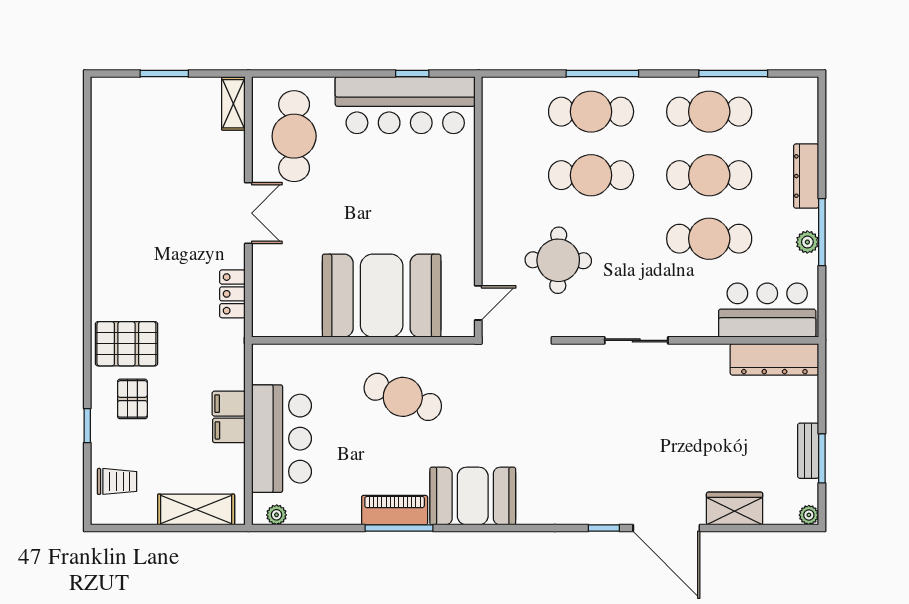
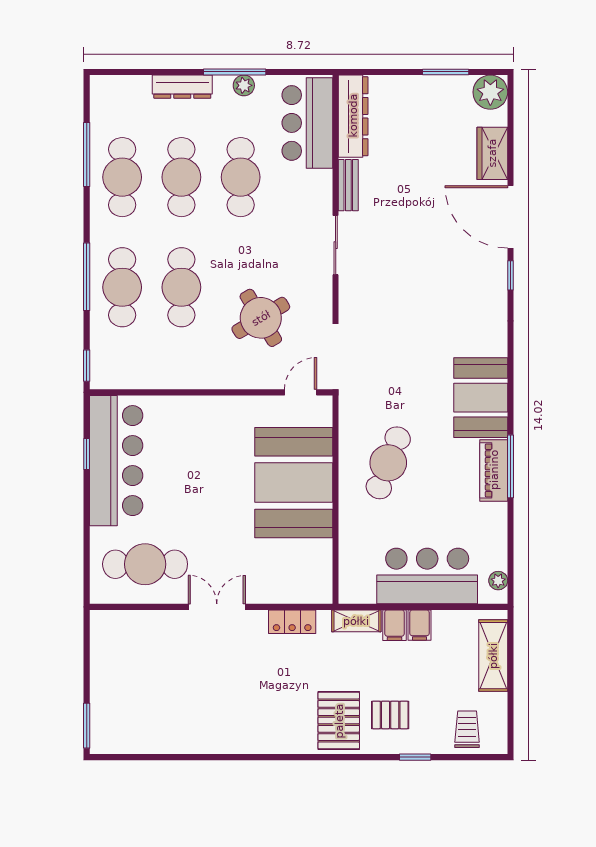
window: (164, 73) -> (87, 726), moved
window: (507, 73) -> (87, 366), added
shelving: (233, 104) -> (356, 621), moved
round table: (558, 260) -> (261, 318), turned -32
door: (478, 303) -> (301, 392), hinge flipped
bench: (808, 451) -> (348, 185), moved, turned 90
plant: (809, 515) -> (490, 92), width x1.88, depth x1.88
door: (666, 528) -> (511, 217), swing flipped

